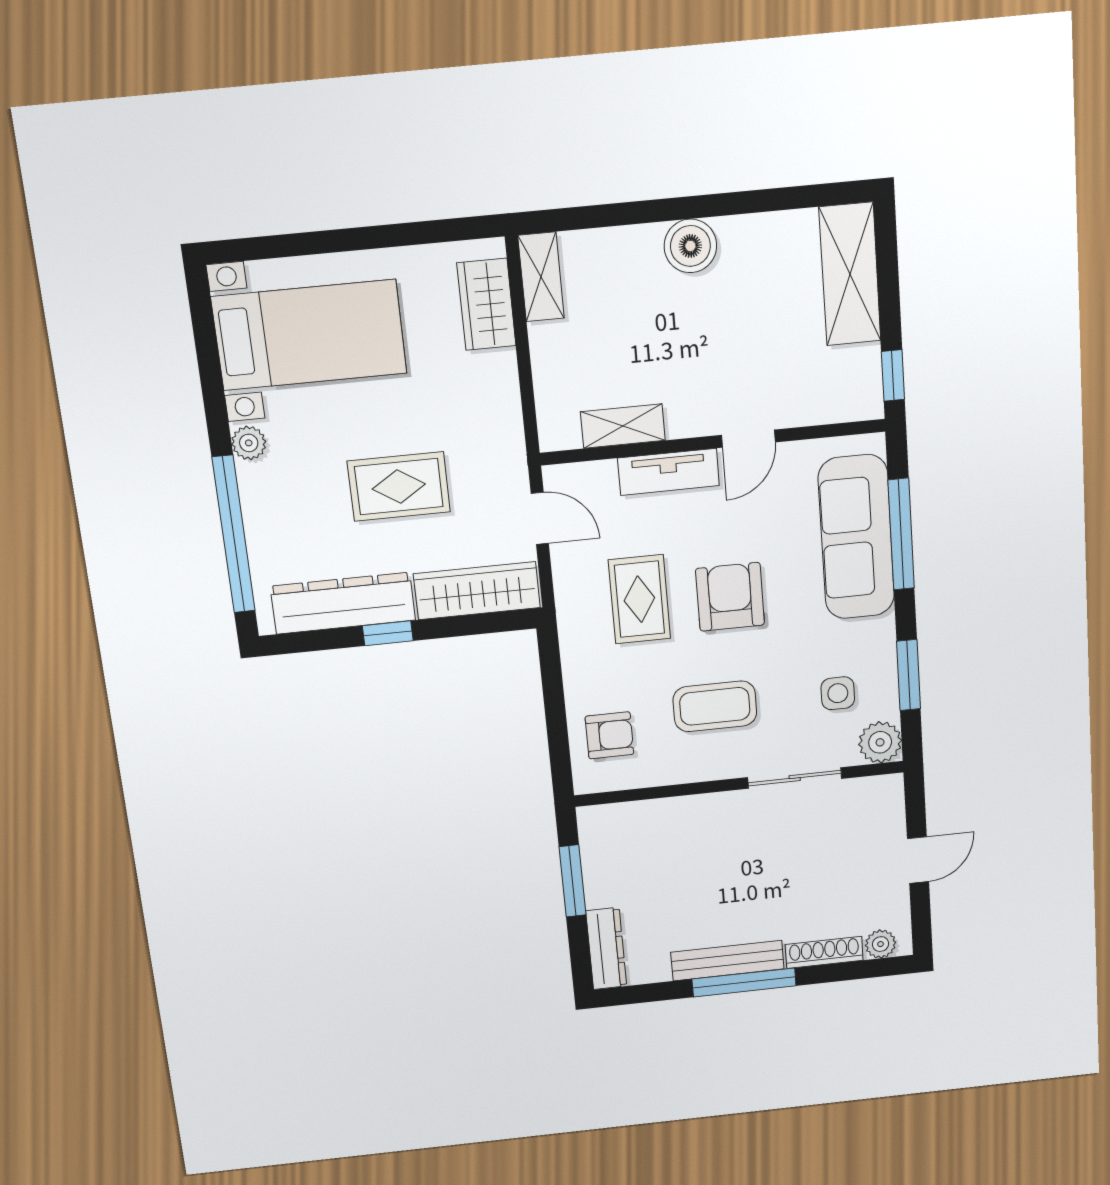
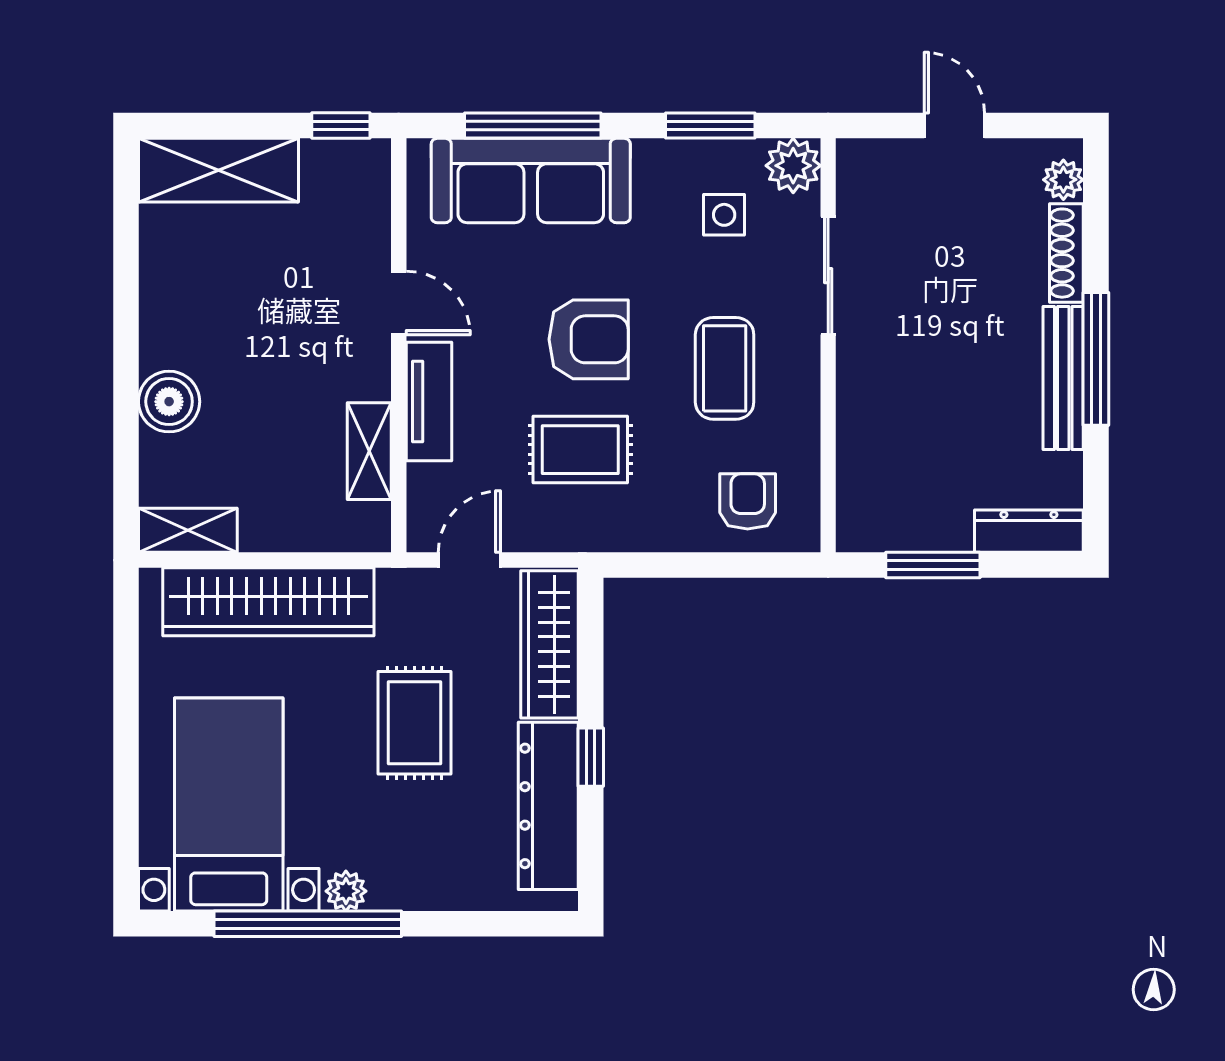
boiler: (690, 246) -> (169, 402), moved
wardrobe: (486, 304) -> (268, 602), width x2.10, depth x1.17
window: (234, 534) -> (308, 924), moved
armchair: (730, 597) -> (589, 339), turned 180

